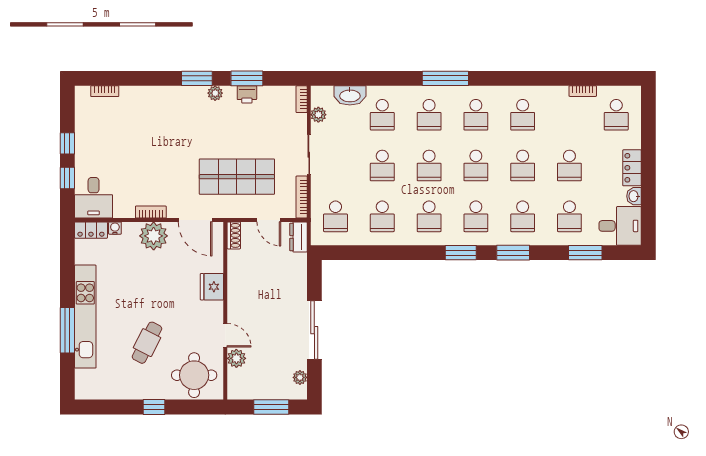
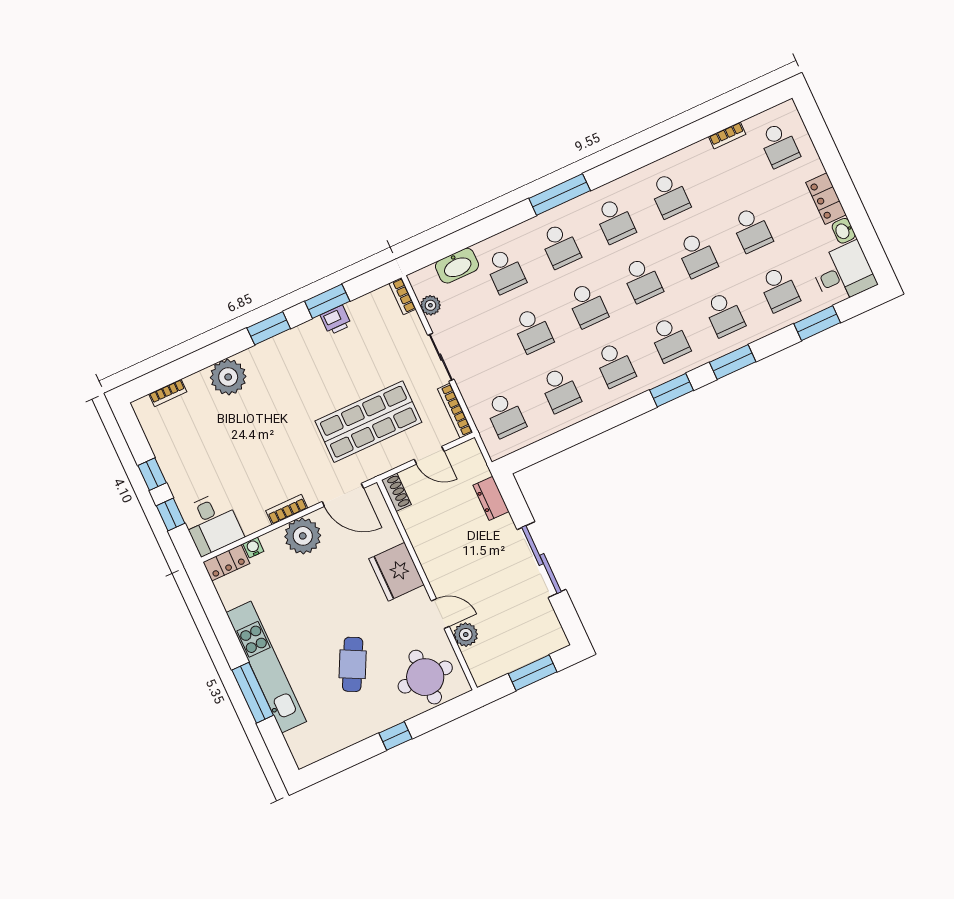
plant: (215, 93) -> (228, 377), moved, width x1.88, depth x1.88
dresser: (298, 237) -> (491, 498), moved
fridge: (212, 287) -> (397, 572), width x1.36, depth x1.34
plant: (300, 377) -> (550, 623), removed

